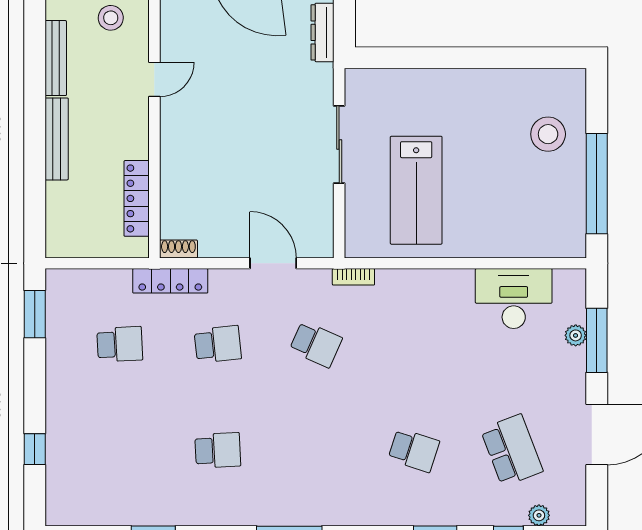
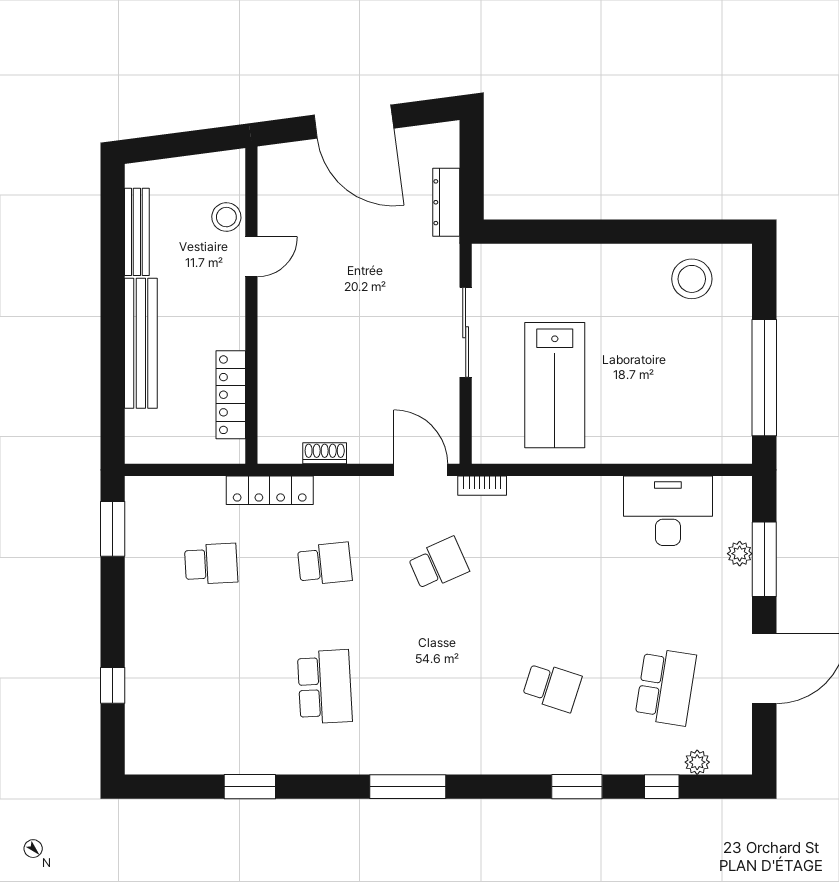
stool: (111, 18) -> (226, 217), moved
stool: (548, 134) -> (692, 279), moved
bench: (57, 139) -> (141, 343), width x1.37, depth x1.21
shoe rack: (178, 249) -> (325, 453), moved
door: (273, 263) -> (421, 470), moved
school desk: (316, 344) -> (438, 564), turned -48
school desk: (218, 450) -> (325, 687), width x1.85
school desk: (512, 450) -> (666, 687), turned 30

